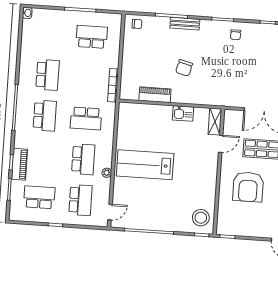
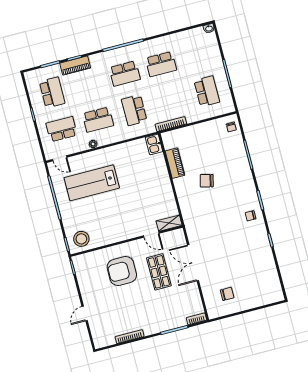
bench: (185, 24) -> (245, 168), removed
kitchen sink: (183, 113) -> (154, 144), moved
lab bench: (145, 165) -> (92, 183), moved, turned -90
school desk: (80, 200) -> (62, 129), turned 180

